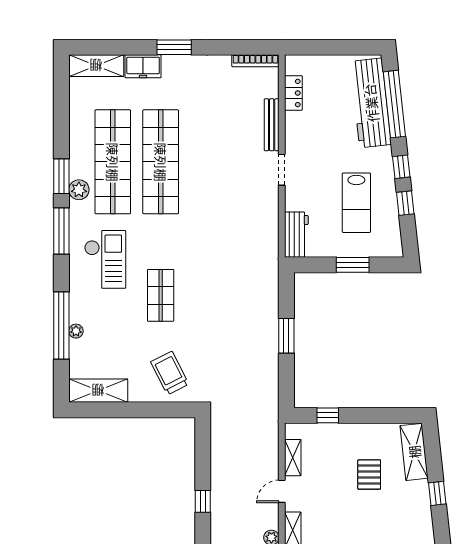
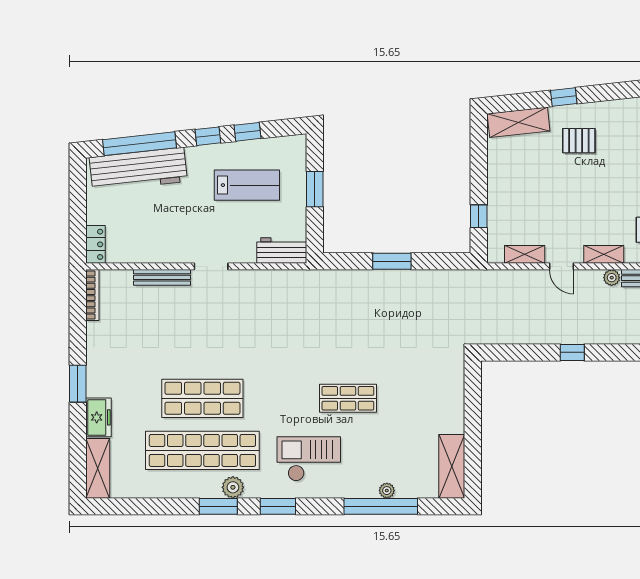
locker: (293, 93) -> (95, 244), moved, turned 90
shop shelf: (161, 162) -> (202, 398), width x0.71
window: (61, 231) -> (278, 506), width x0.69
trolley: (170, 373) -> (433, 388), removed
pallet: (369, 475) -> (579, 141), moved

